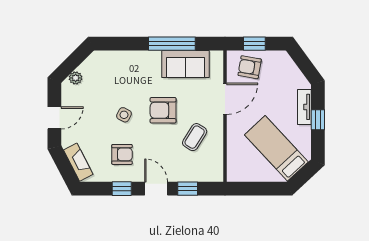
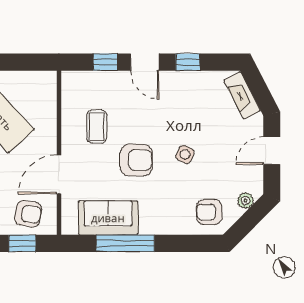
coffee table: (195, 137) -> (97, 127), turned -32
armchair: (122, 154) -> (209, 212), moved

